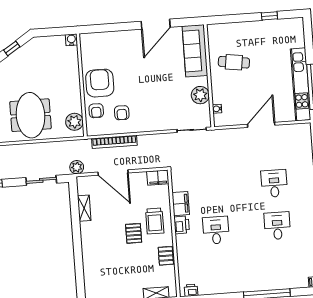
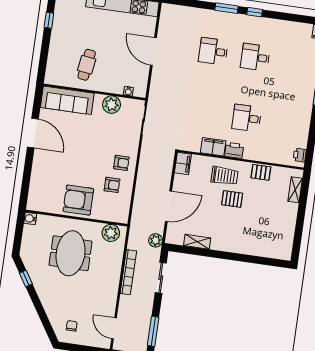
armchair: (96, 111) -> (121, 163), moved
meeting table: (30, 115) -> (71, 253), moved, turned 90
bookcase: (114, 142) -> (128, 272), moved

